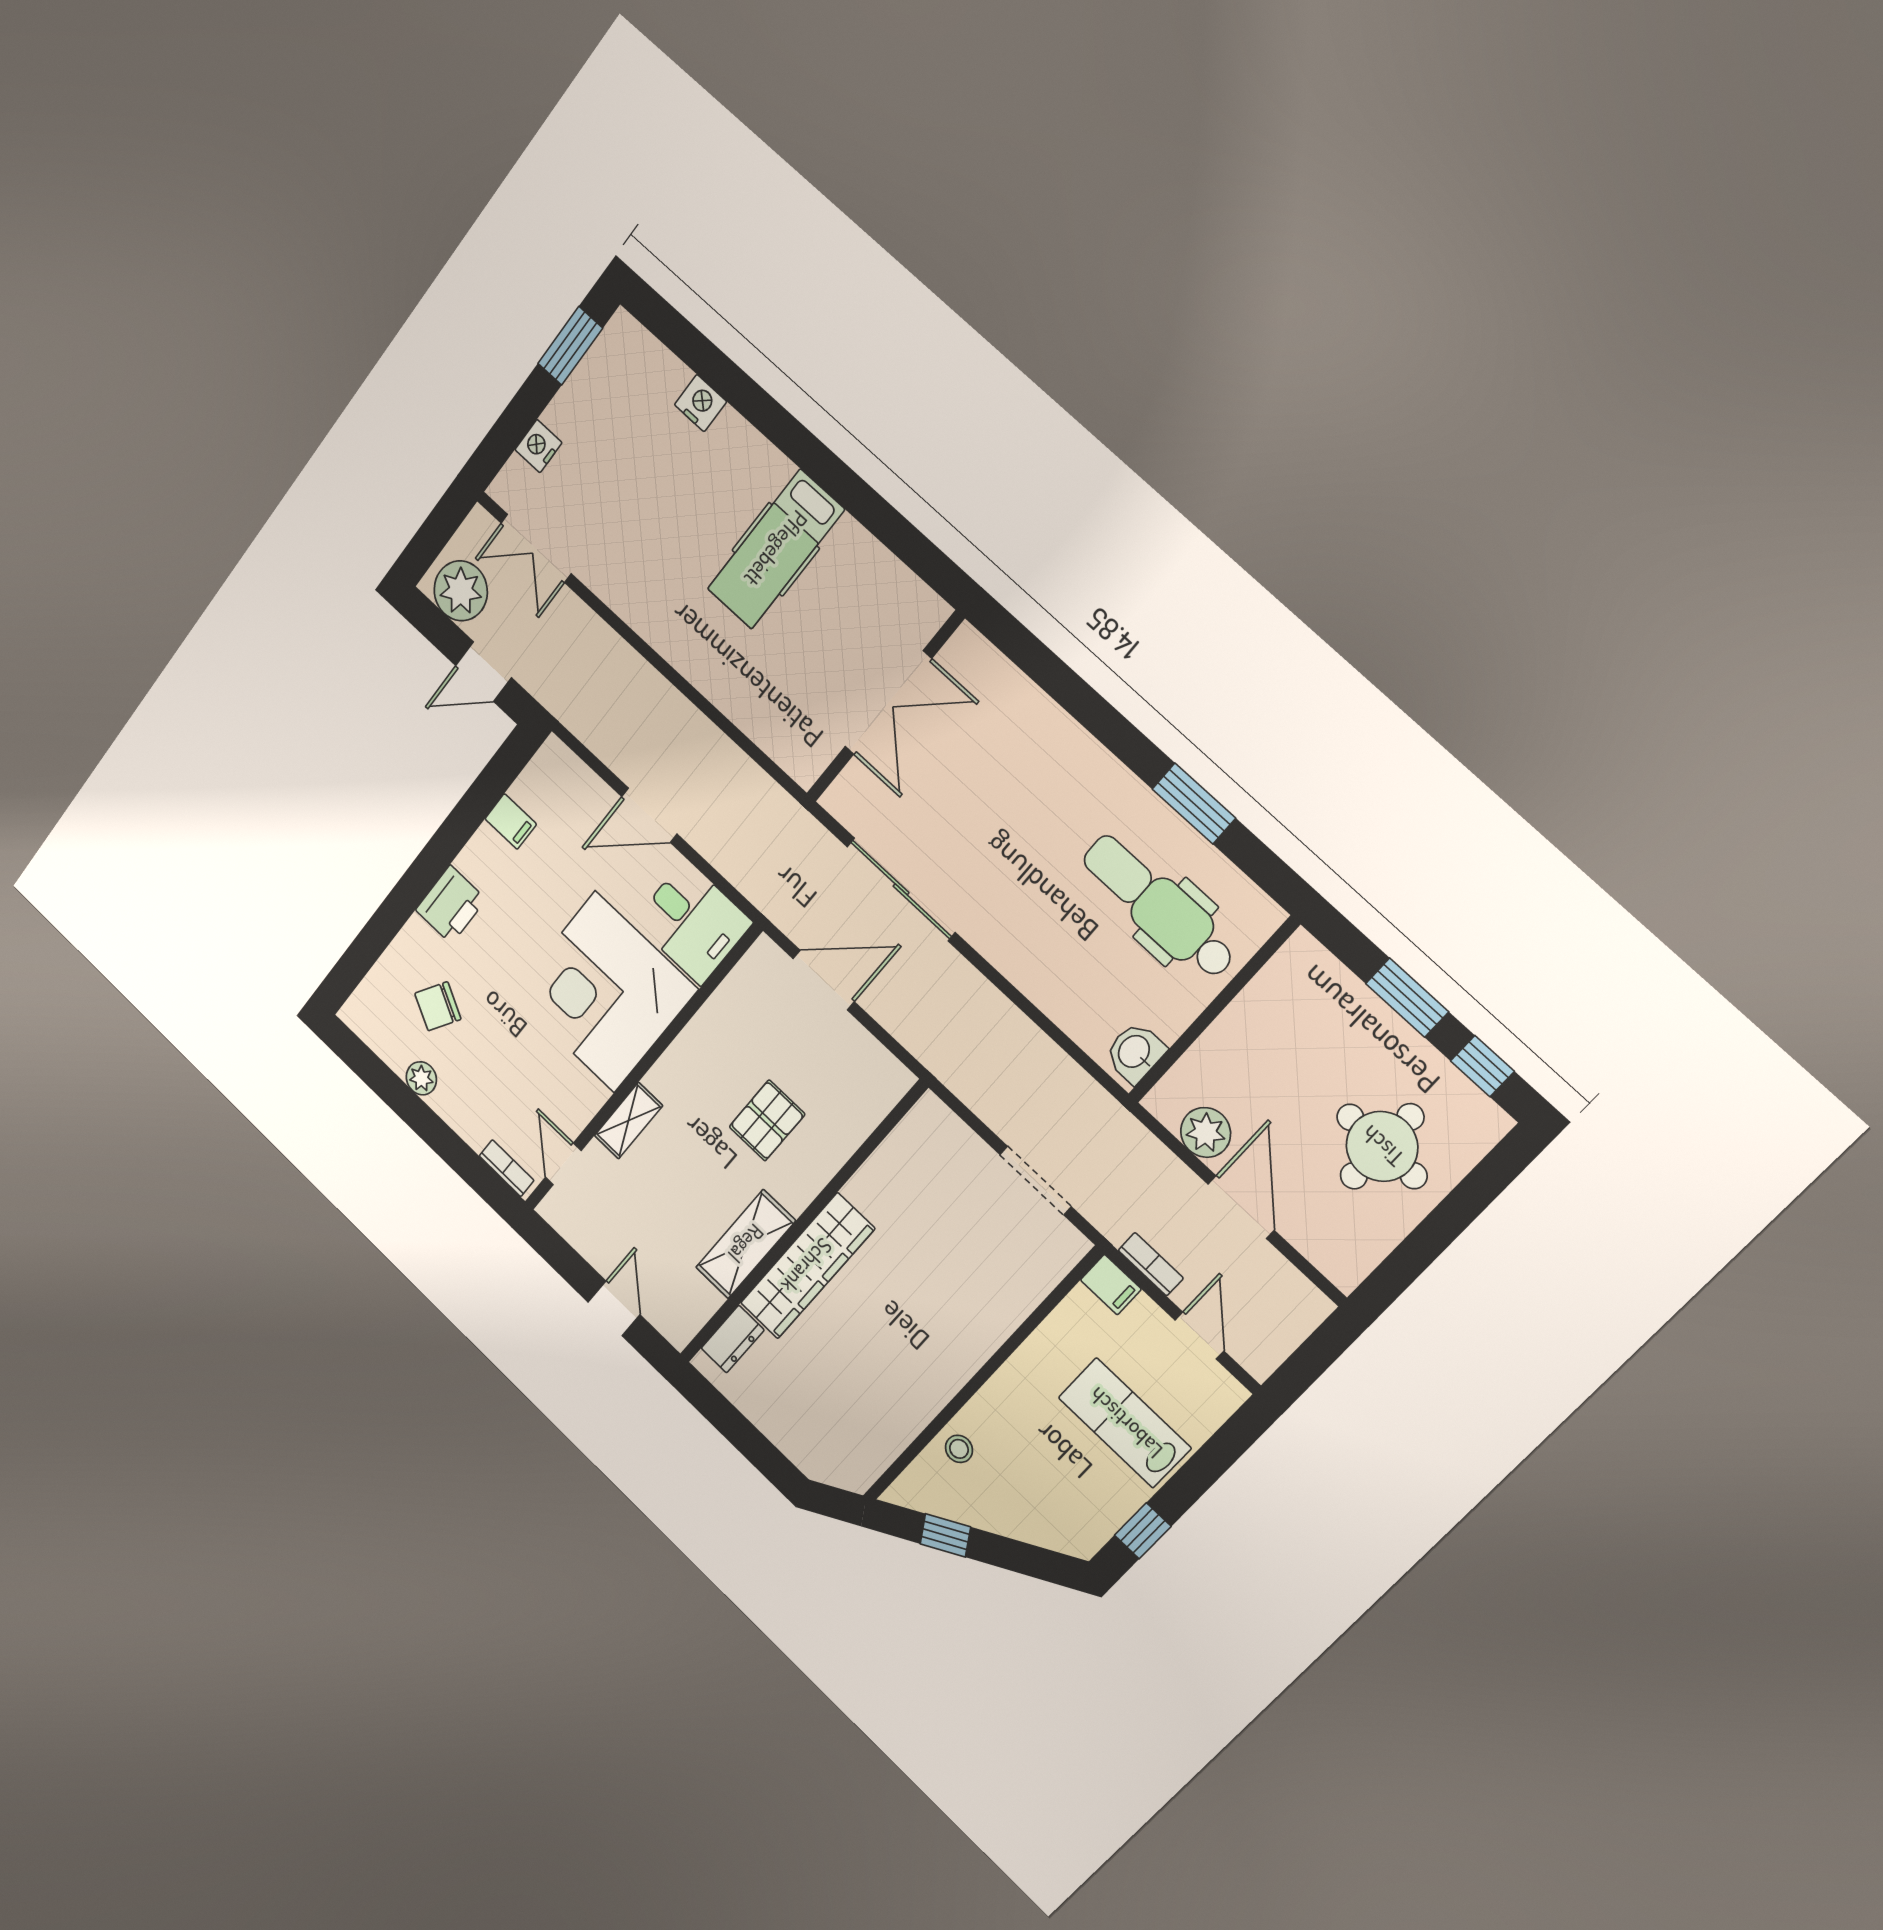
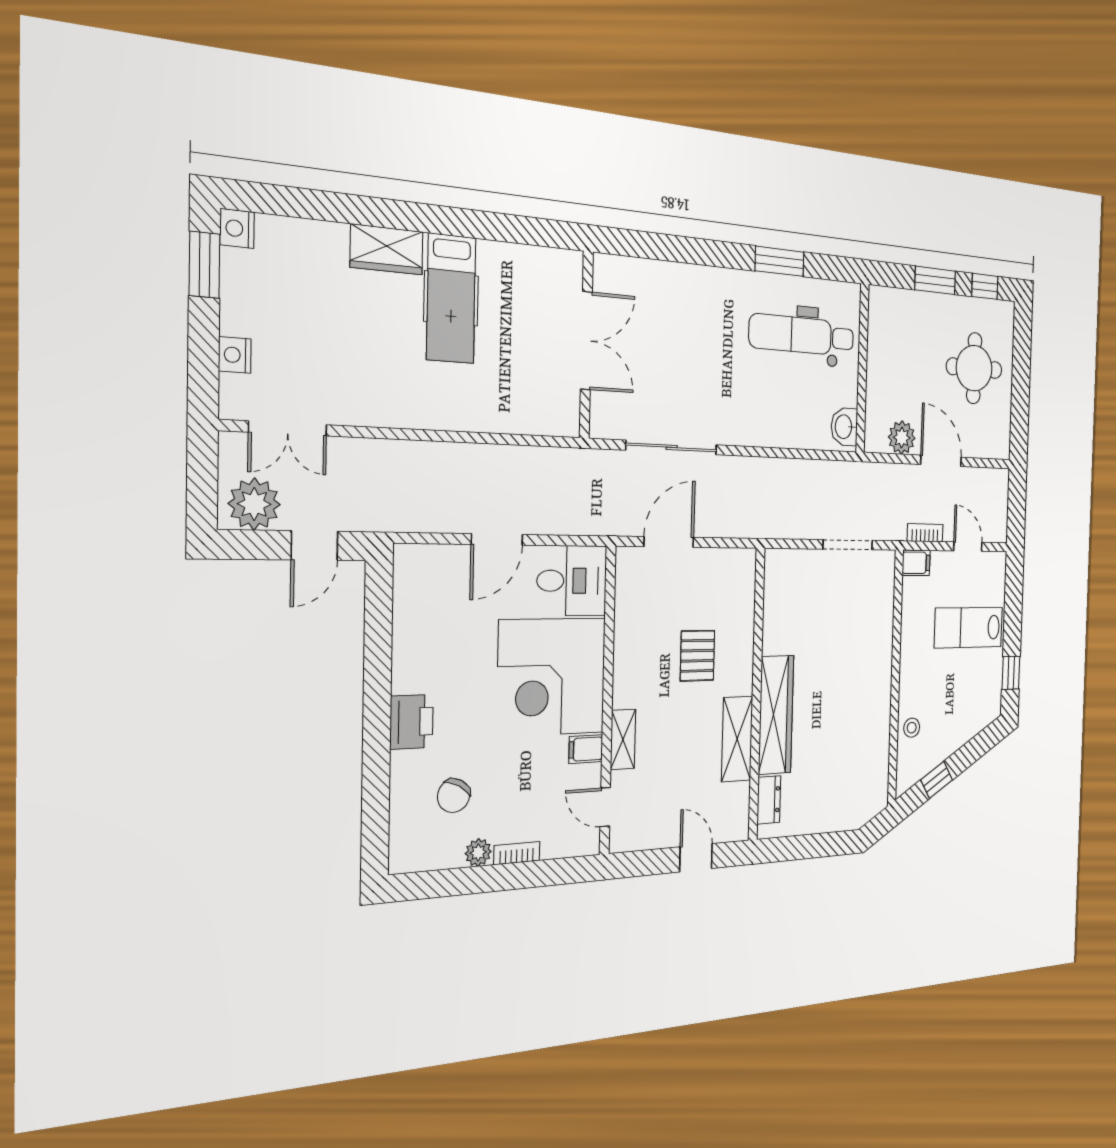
nightstand: (701, 403) -> (237, 228), moved, turned -90
wardrobe: (746, 454) -> (387, 249), added
filing cabinet: (511, 822) -> (586, 749), moved, turned 180
bookcase: (507, 1168) -> (517, 853), moved

